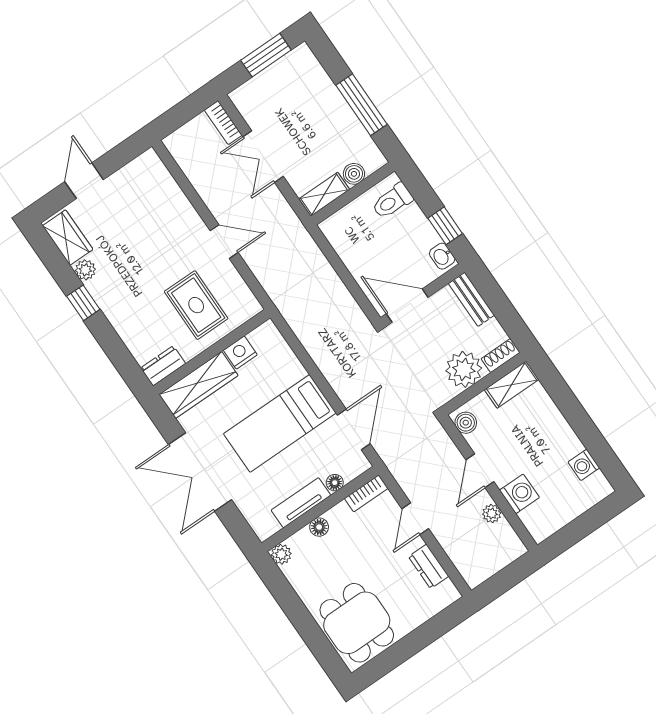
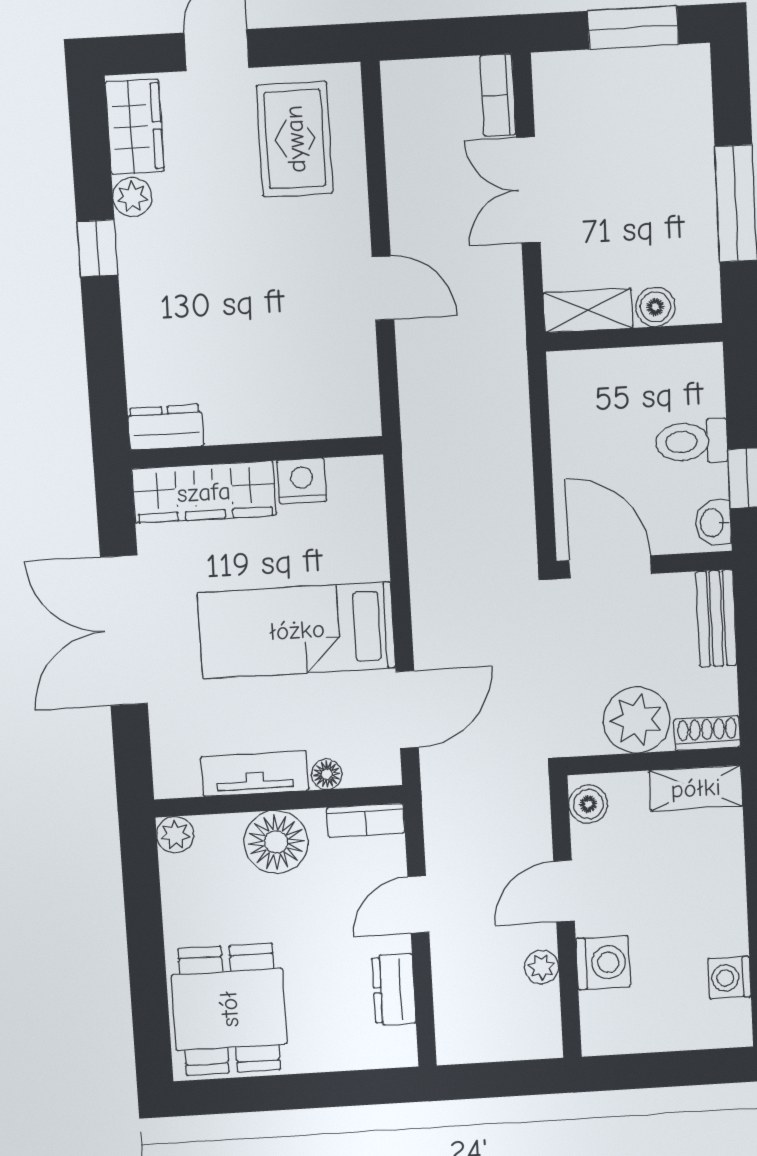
toilet: (392, 201) -> (691, 442), moved
rug: (196, 305) -> (295, 139), moved
floor lamp: (319, 527) -> (276, 842), width x1.89, depth x1.89

